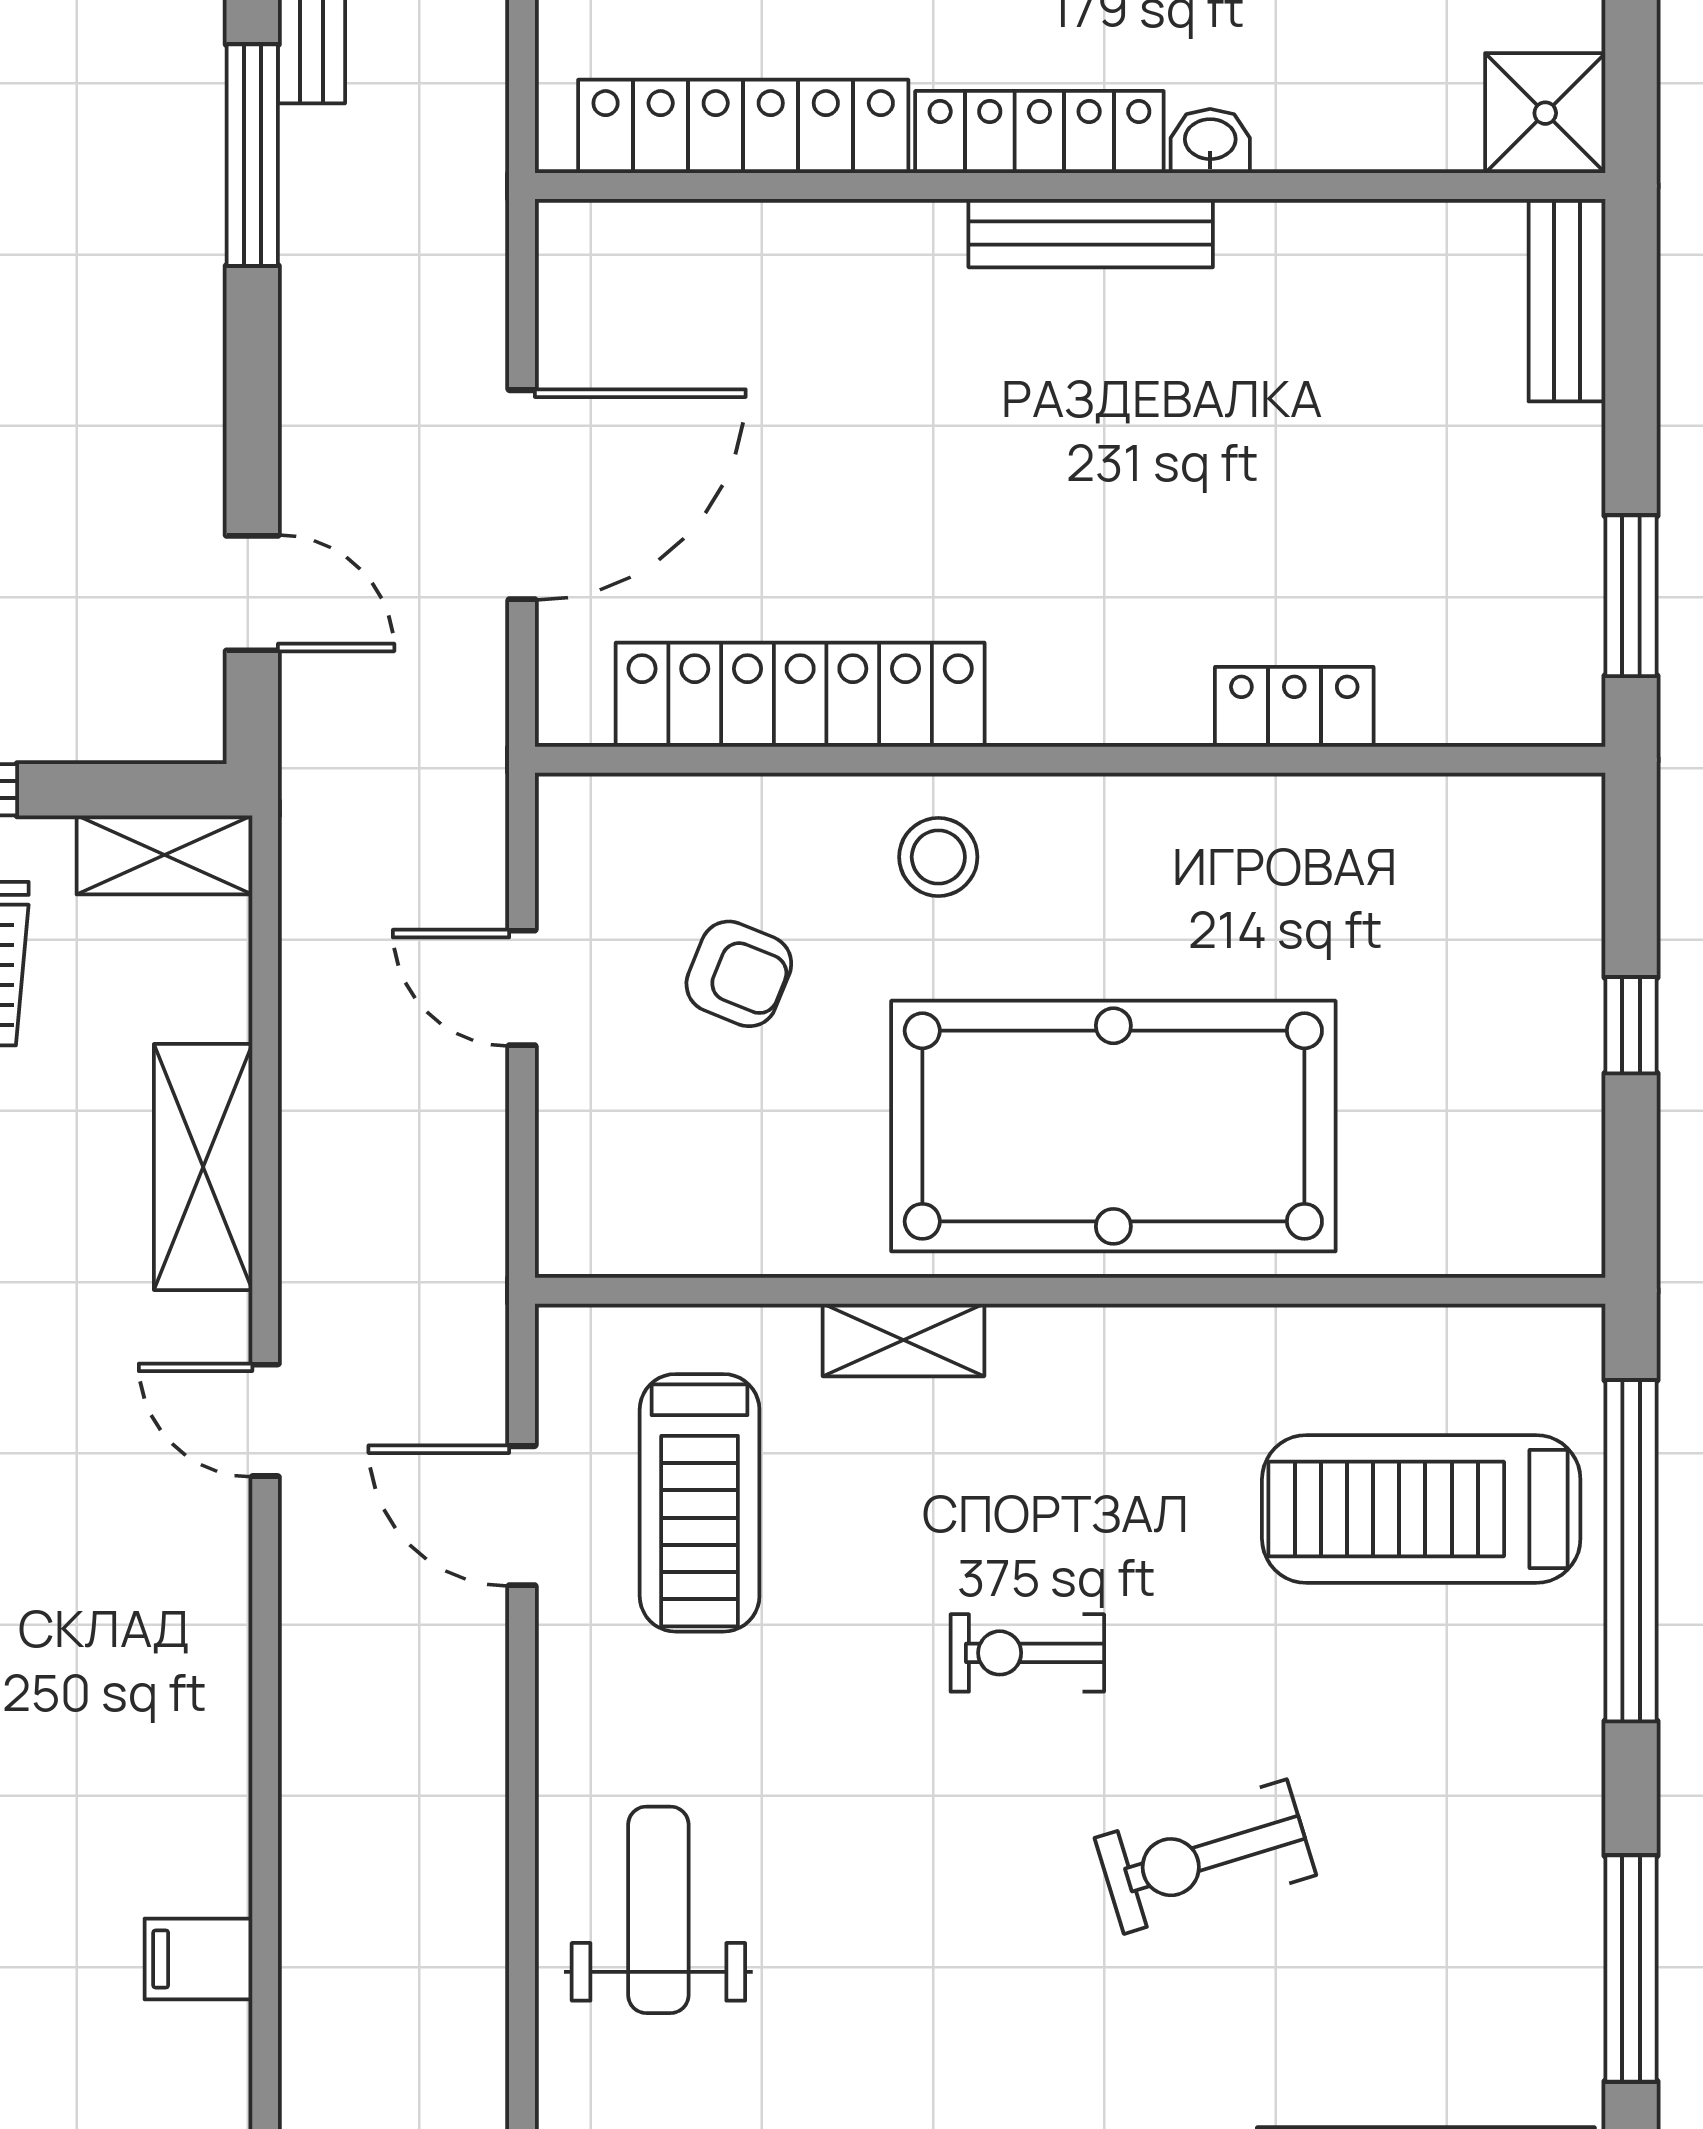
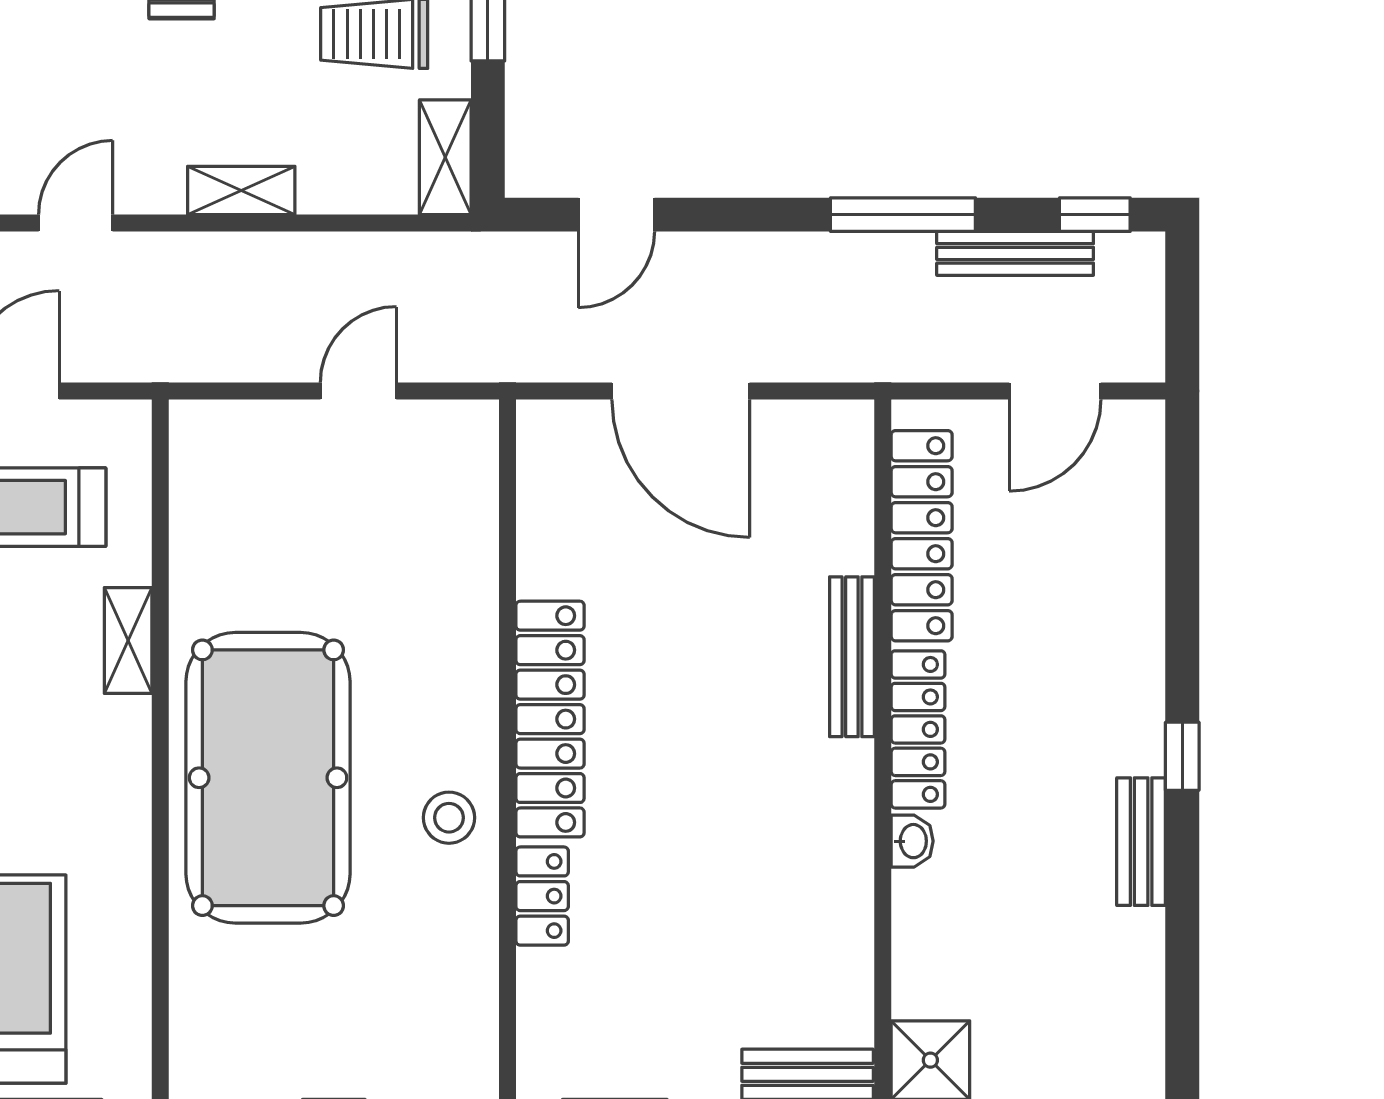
bench: (1091, 233) -> (852, 657), moved
locker: (800, 695) -> (550, 719), moved
stool: (938, 857) -> (449, 818), moved
armchair: (739, 974) -> (368, 533), removed
shelving: (203, 1167) -> (241, 191), width x0.67, depth x0.75

